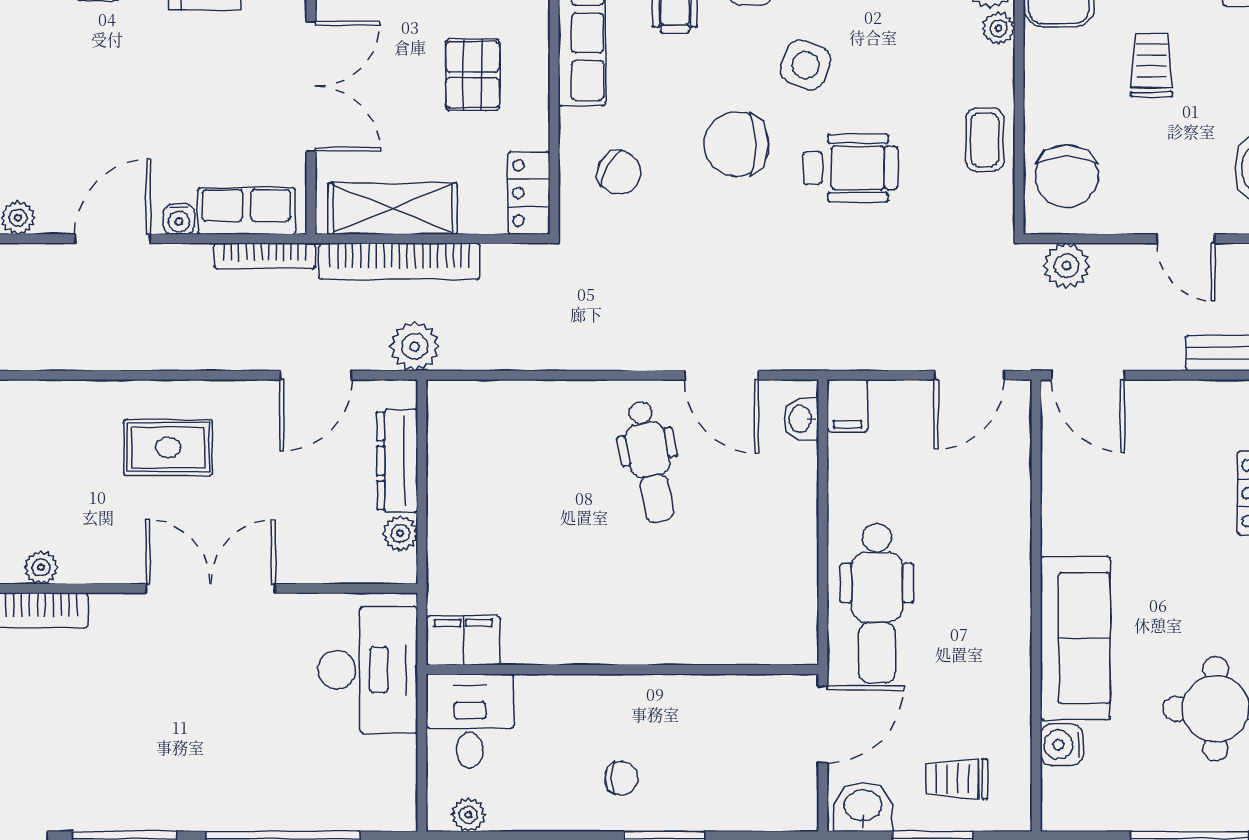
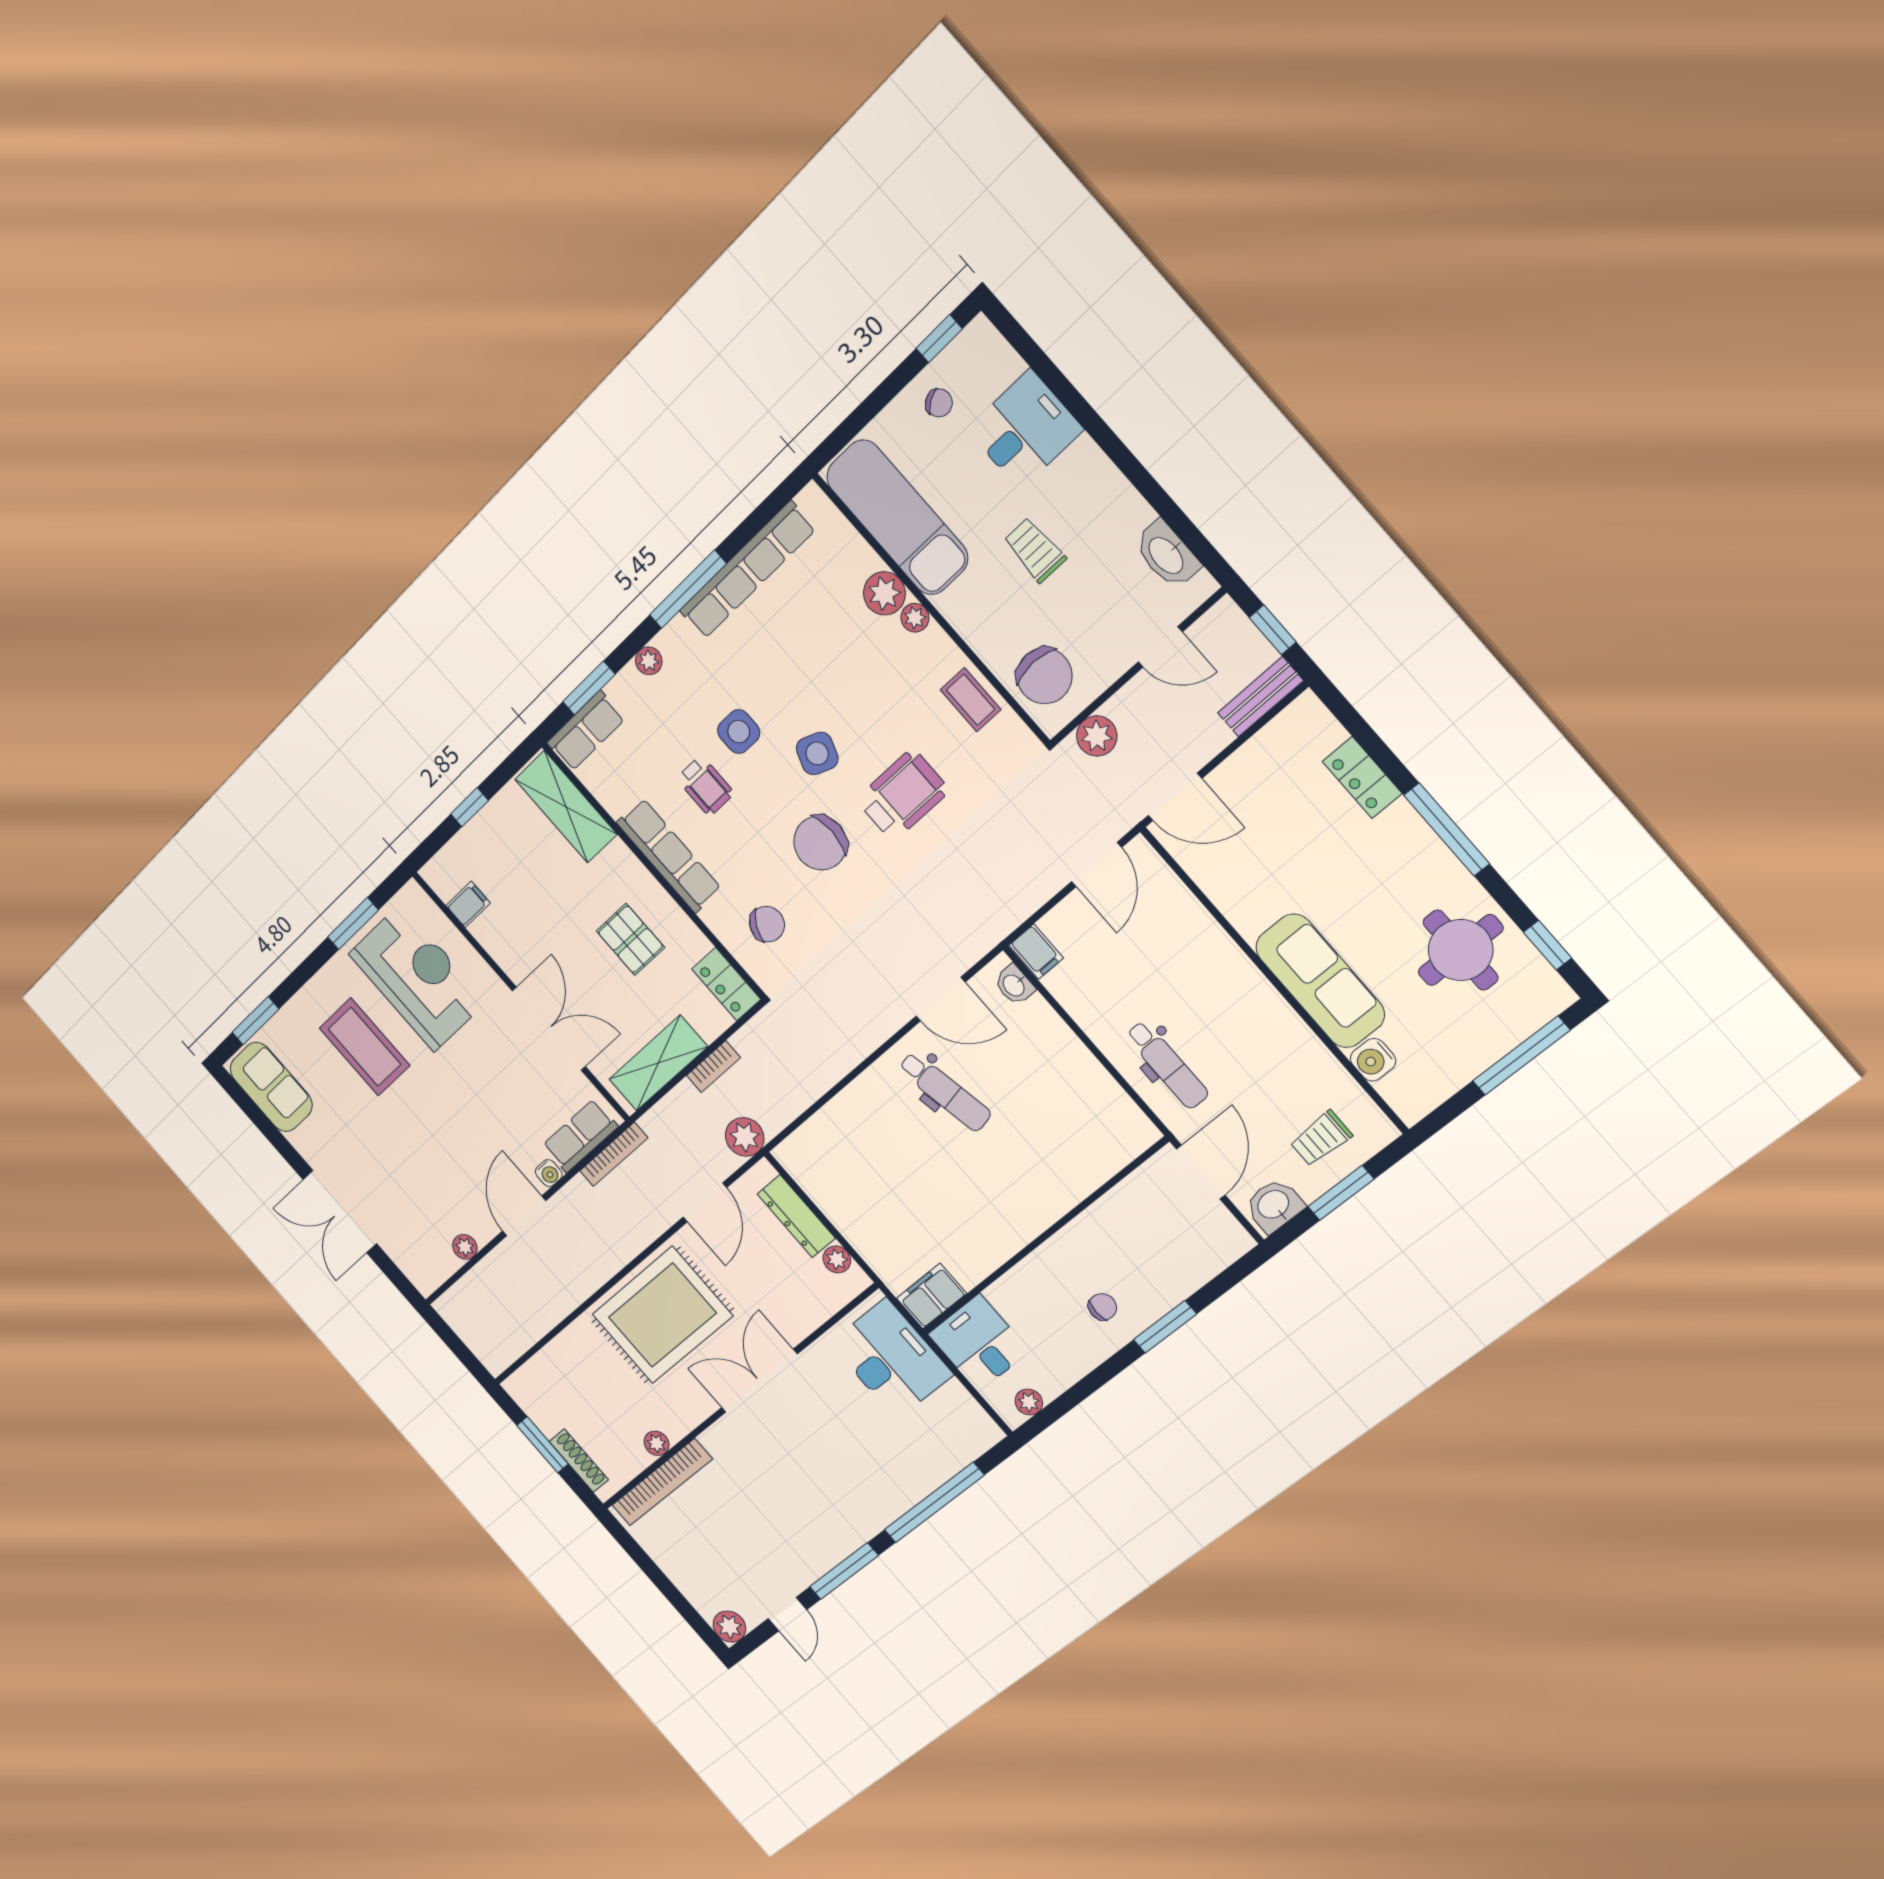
bookcase: (399, 261) -> (713, 1067), width x0.43, depth x0.76
rug: (168, 447) -> (662, 1315), width x1.86, depth x2.06
dental chair: (877, 603) -> (1167, 1065), width x0.73, depth x0.72

